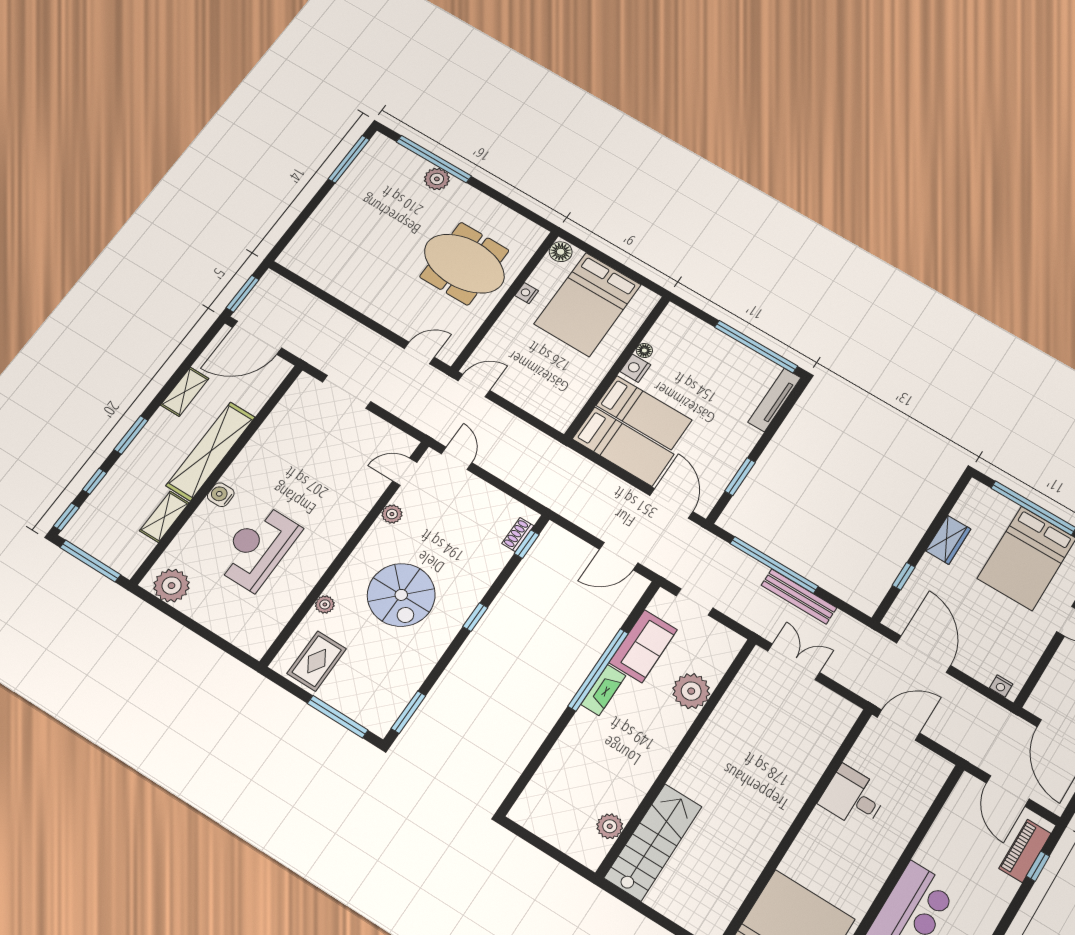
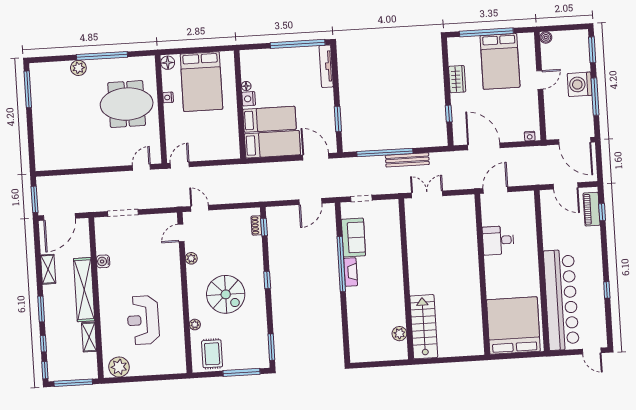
window: (434, 159) -> (102, 56), moved
water cooler: (221, 495) -> (103, 261), moved
plant: (691, 691) -> (391, 243), removed

